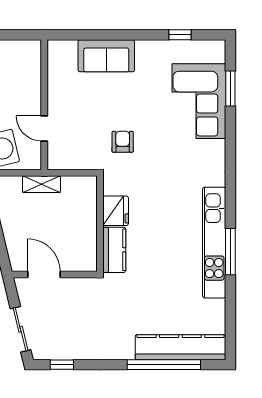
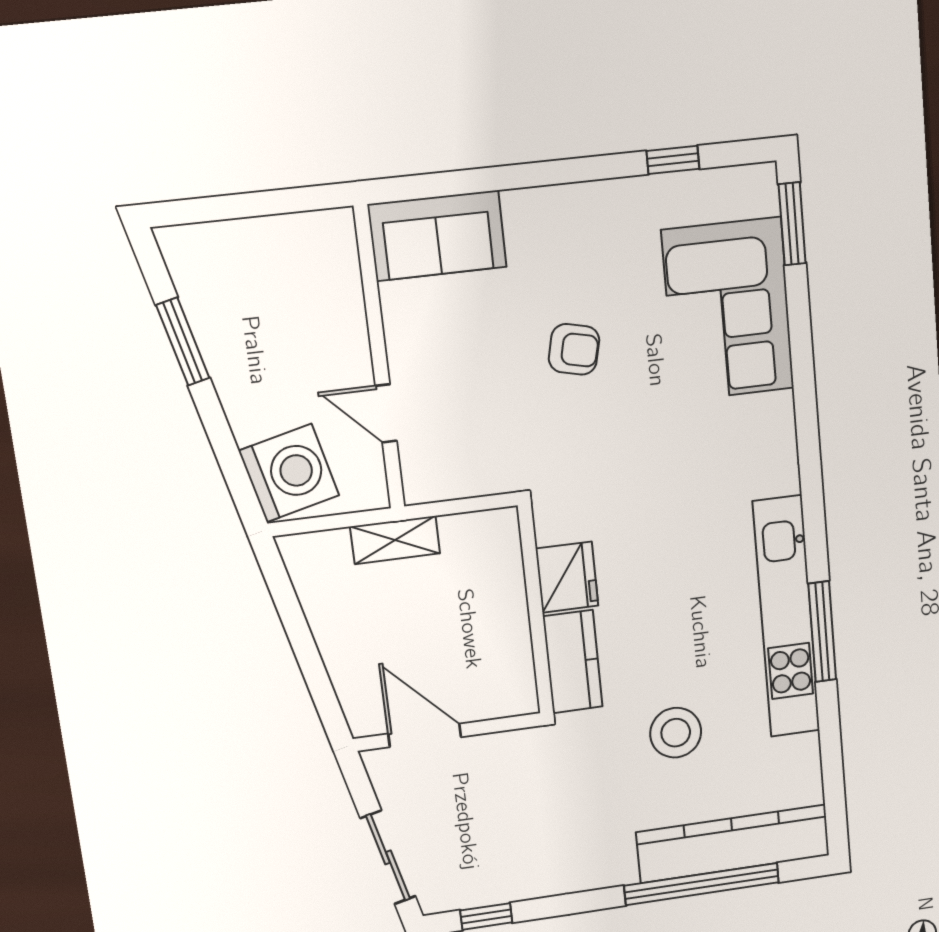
sofa: (106, 56) -> (437, 236), moved
window: (230, 88) -> (792, 224), moved
armchair: (123, 142) -> (574, 349), moved, turned 103
stool: (158, 290) -> (676, 733), added

